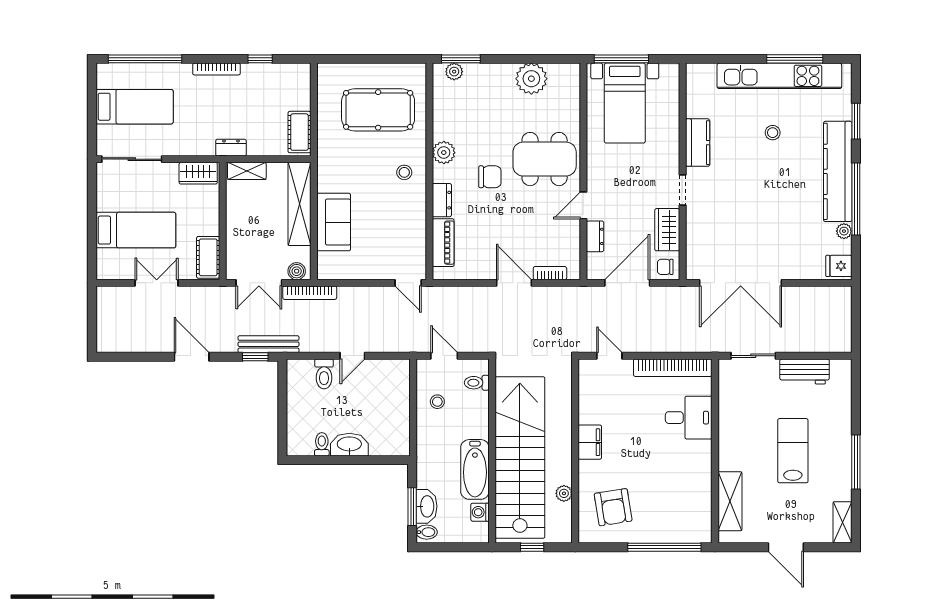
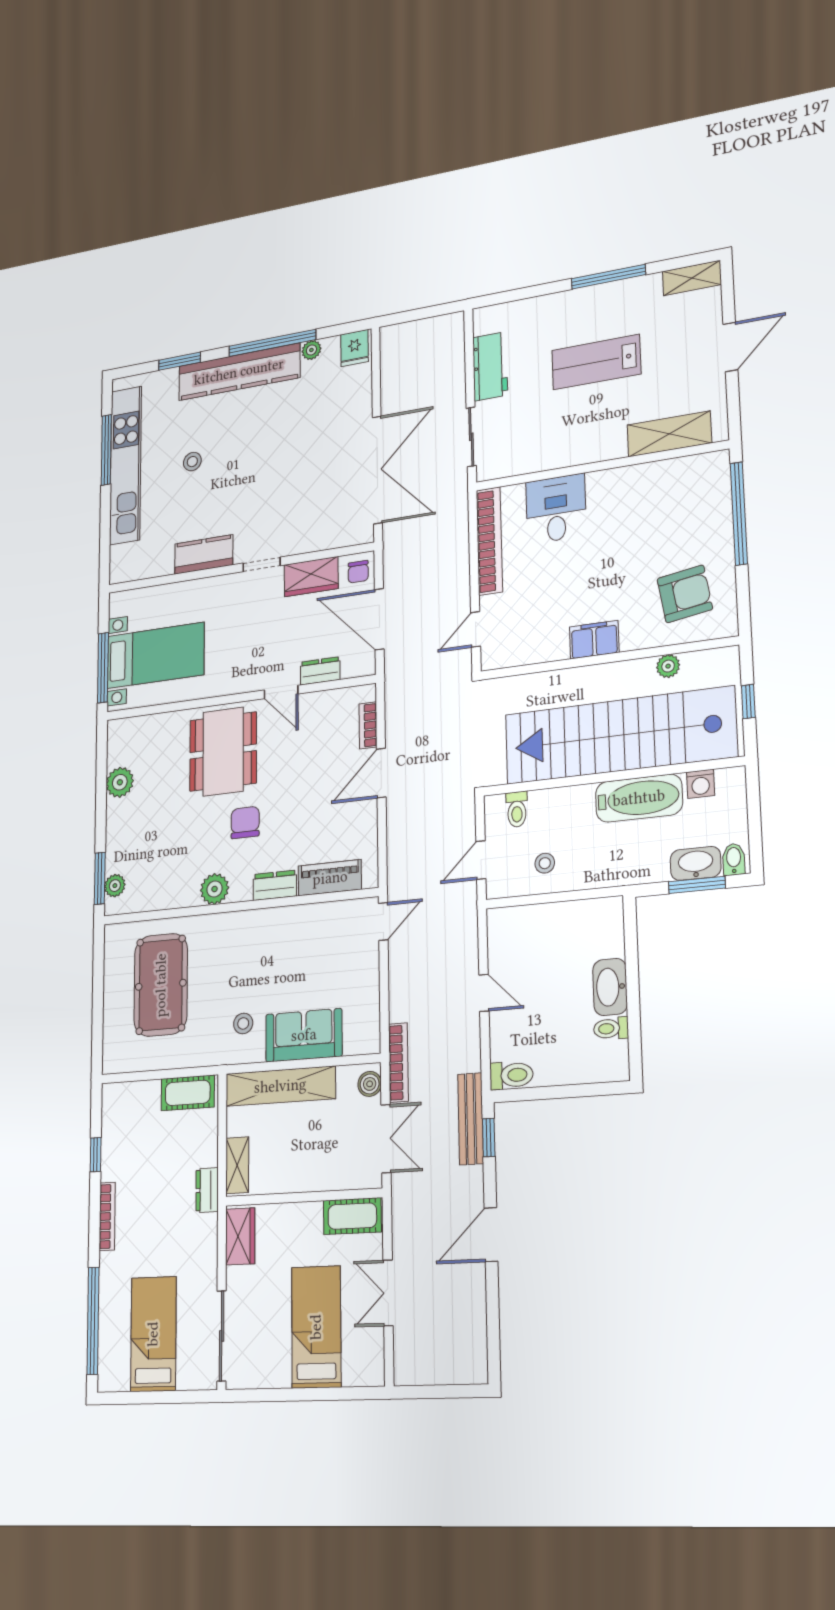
plant: (531, 79) -> (120, 782), width x0.73, depth x0.73
stool: (404, 172) -> (243, 1023), moved
toilet: (324, 374) -> (511, 1075), moved

